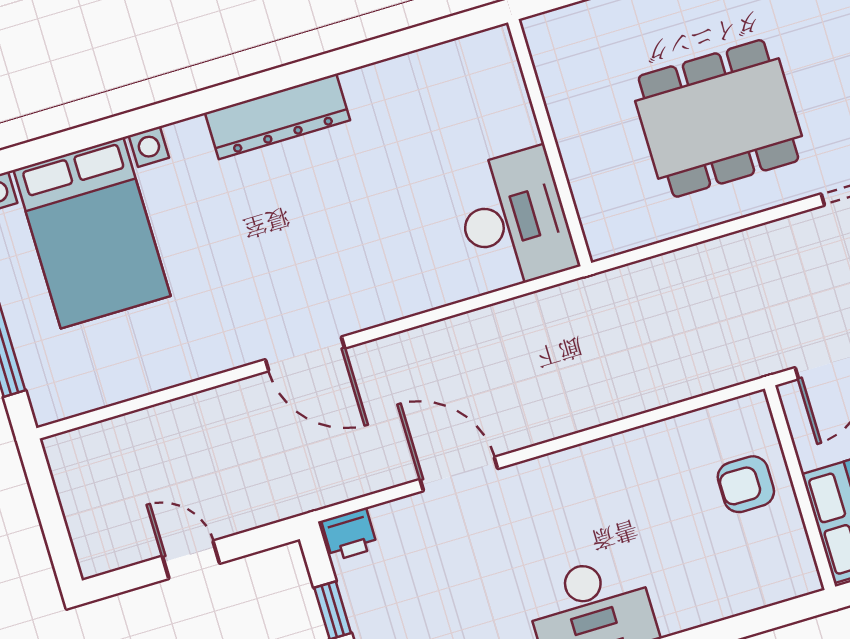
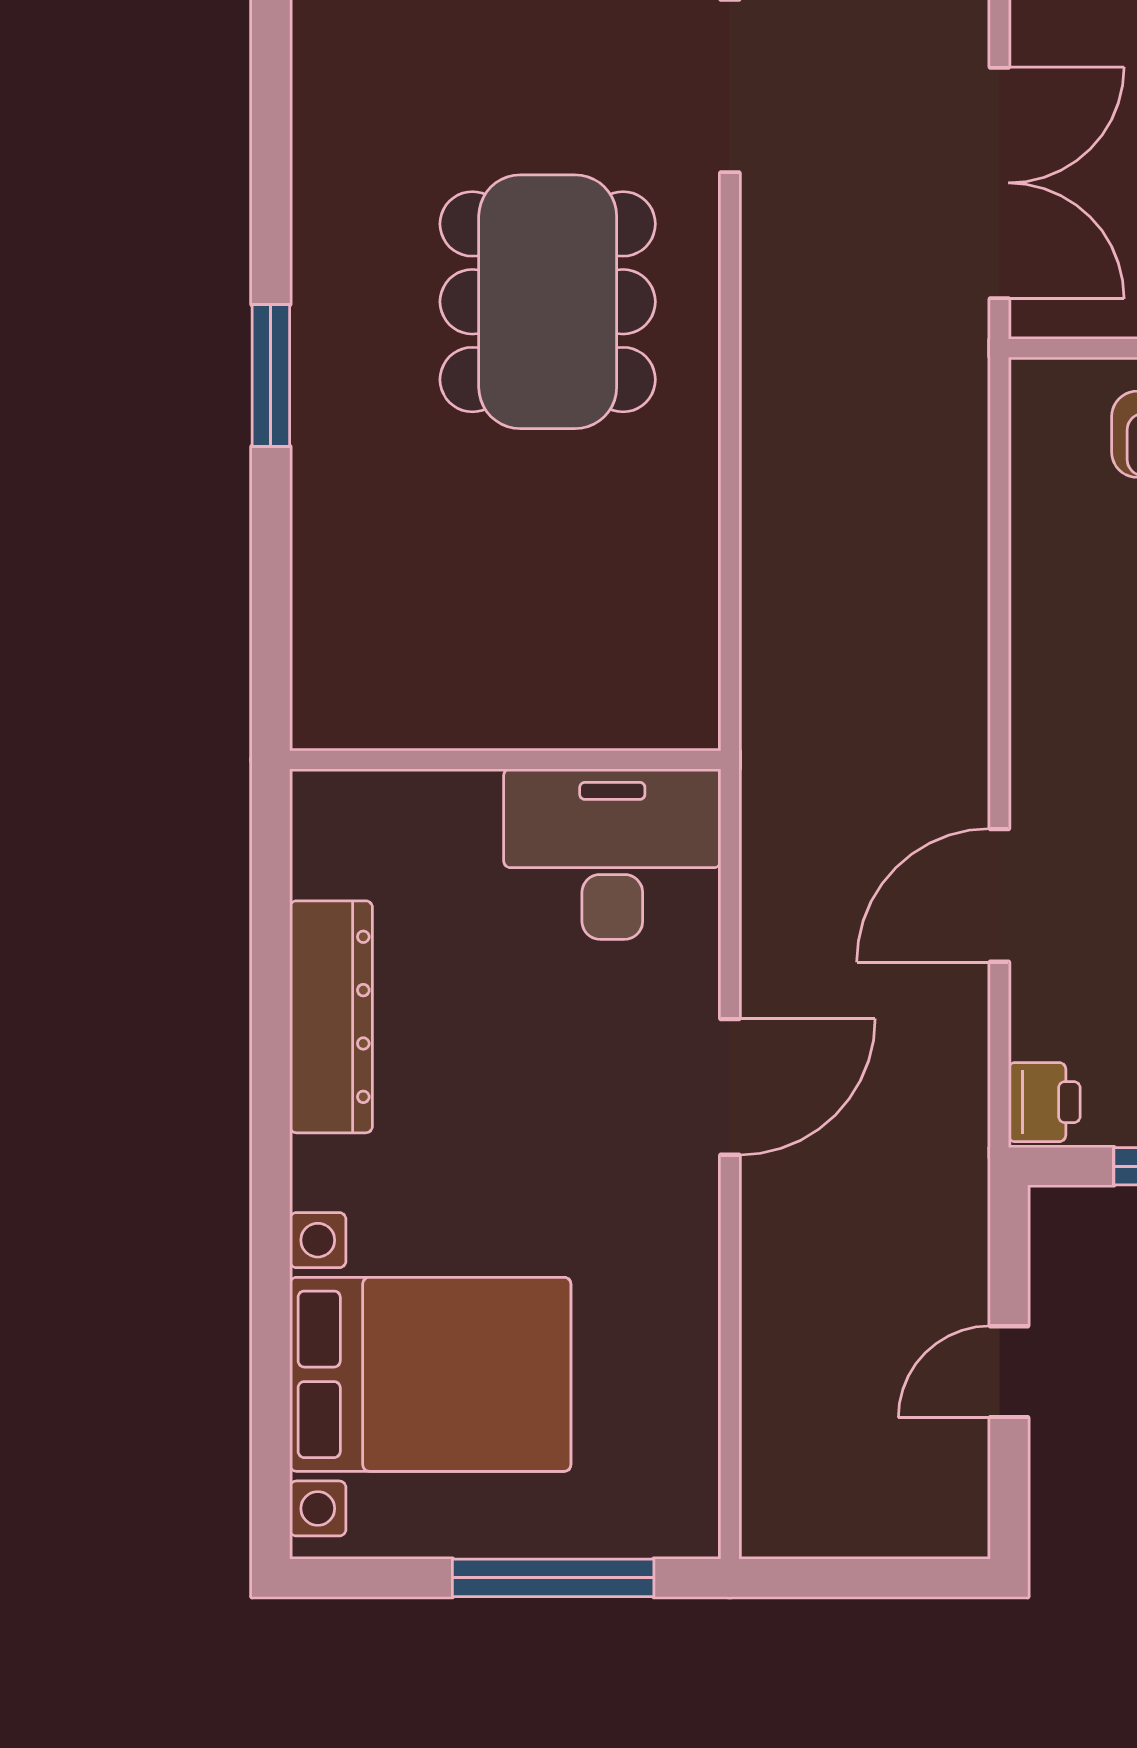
wall: (550, 143) -> (505, 760), moved
desk: (514, 219) -> (612, 854), moved

